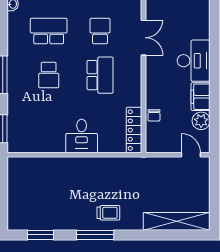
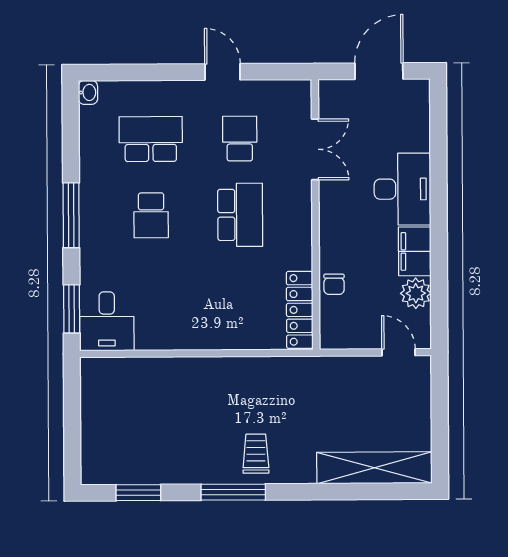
desk: (82, 136) -> (107, 321), moved
trolley: (108, 213) -> (256, 454), turned -90

